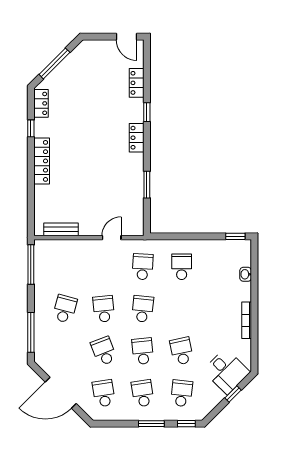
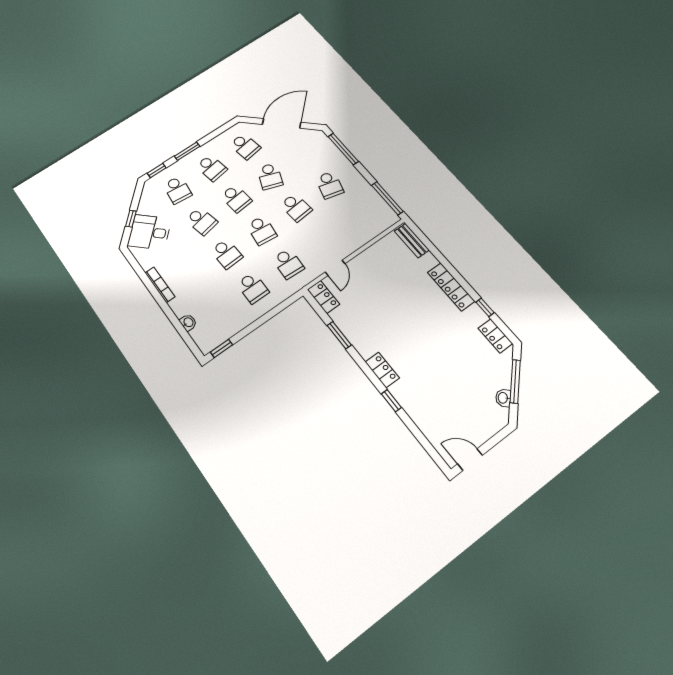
washbasin: (72, 59) -> (503, 398), added
locker: (137, 83) -> (323, 297), moved
bench: (61, 229) -> (412, 241), moved, turned 90
school desk: (182, 309) -> (227, 254), added
school desk: (104, 351) -> (270, 176), turned 42

